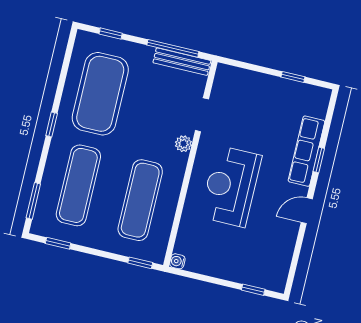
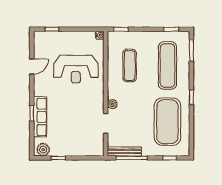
plant: (314, 96) -> (43, 150), added
reception desk: (231, 186) -> (76, 69), moved, turned 90
exercise mat: (140, 200) -> (130, 66), width x0.73, depth x0.69
door: (307, 211) -> (32, 66), moved

